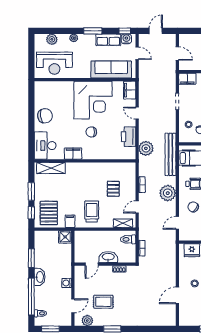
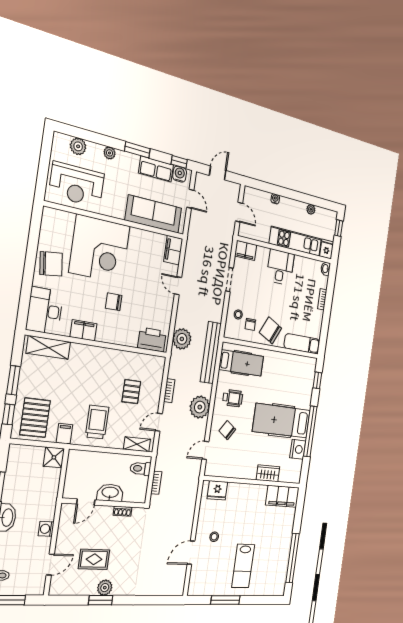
corner desk: (93, 100) -> (100, 249), moved
printer: (129, 137) -> (152, 340), moved, turned 90
plant: (87, 321) -> (105, 588), moved

